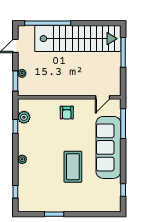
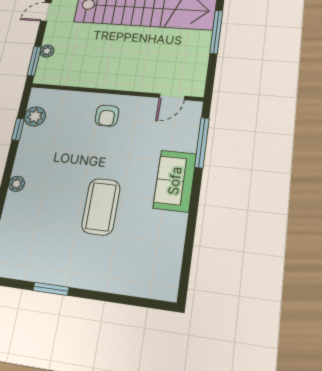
sofa: (108, 147) -> (175, 181), width x0.54, depth x0.79
window: (123, 190) -> (187, 261), removed

